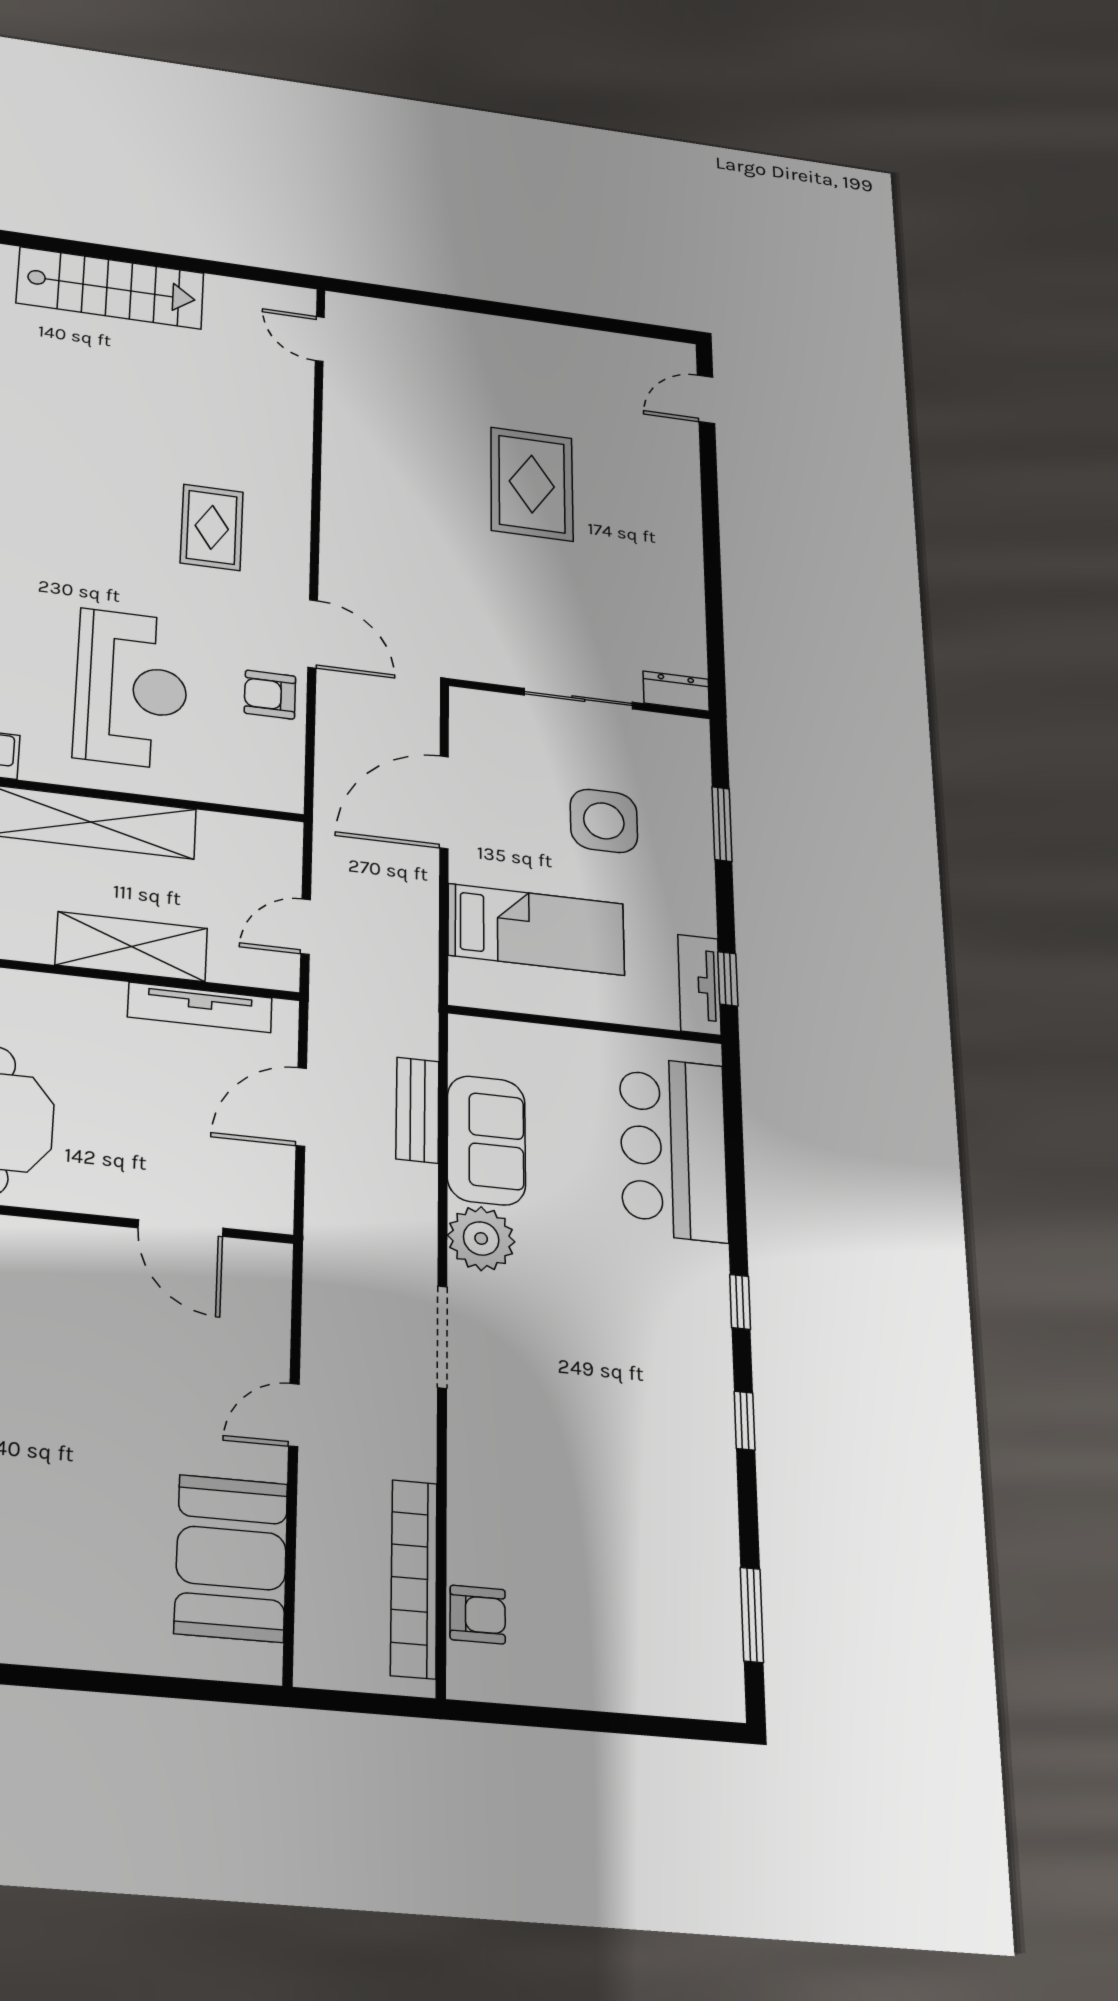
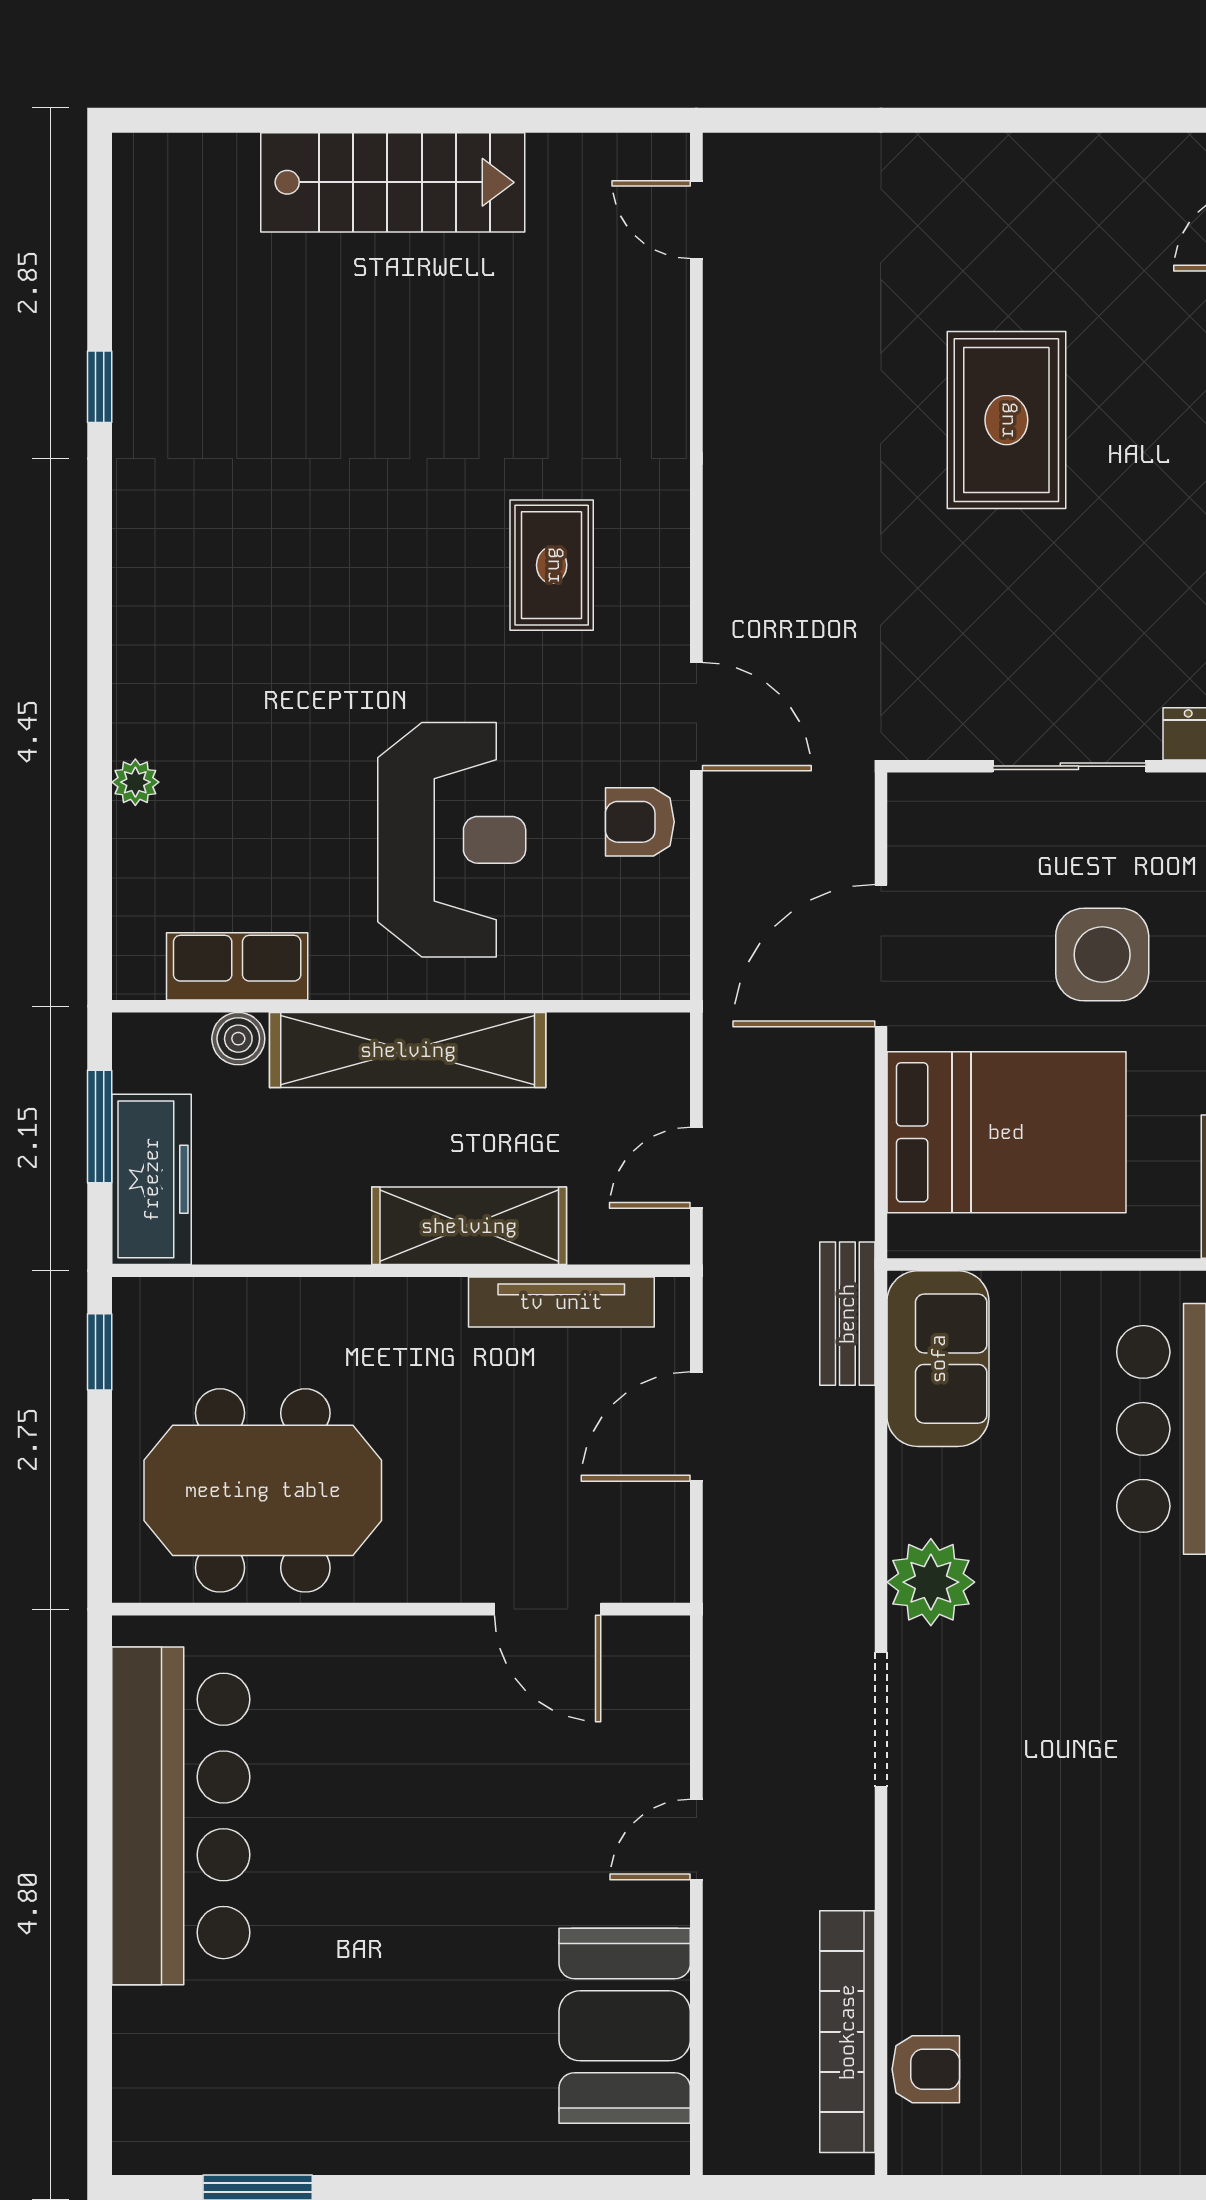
bed: (536, 929) -> (1006, 1132), width x1.50
bench: (417, 1110) -> (847, 1314), moved
sofa: (486, 1140) -> (938, 1359), moved

